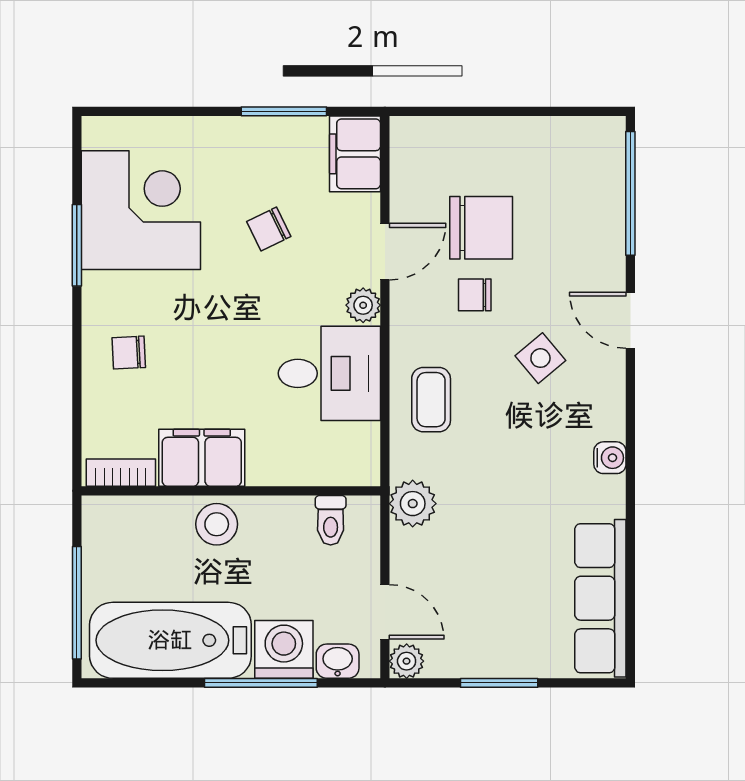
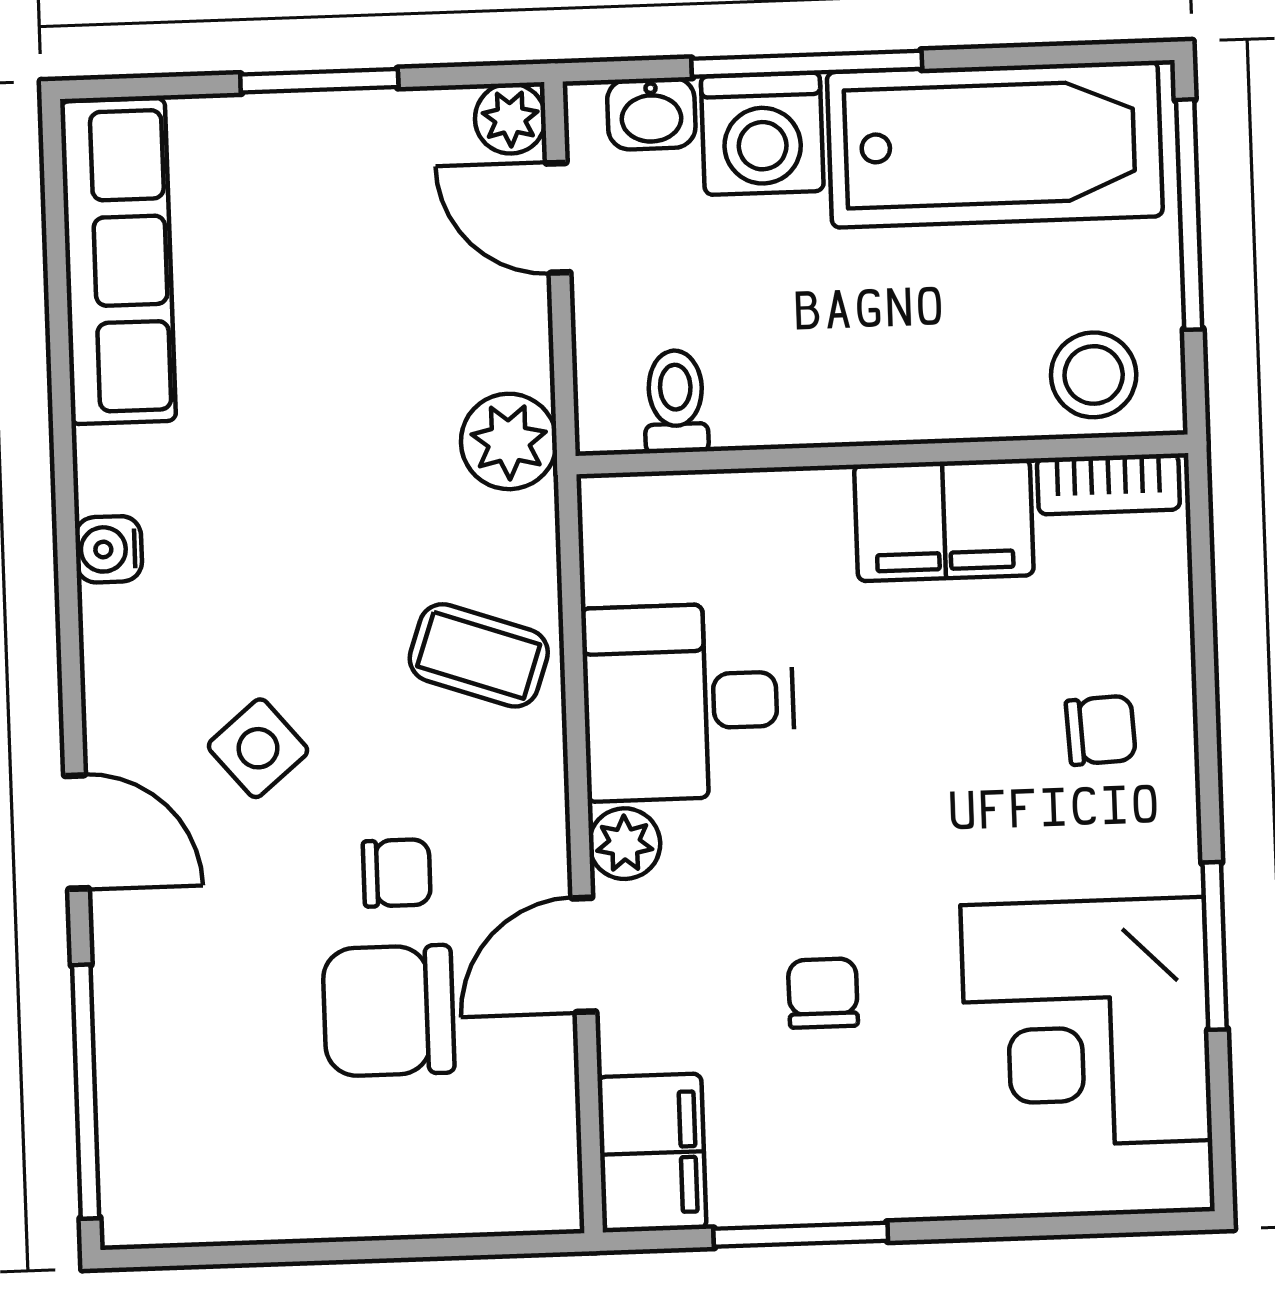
chair: (269, 229) -> (823, 993), turned -64
coffee table: (431, 400) -> (479, 655), turned -71
stool: (217, 524) -> (1094, 375), moved

